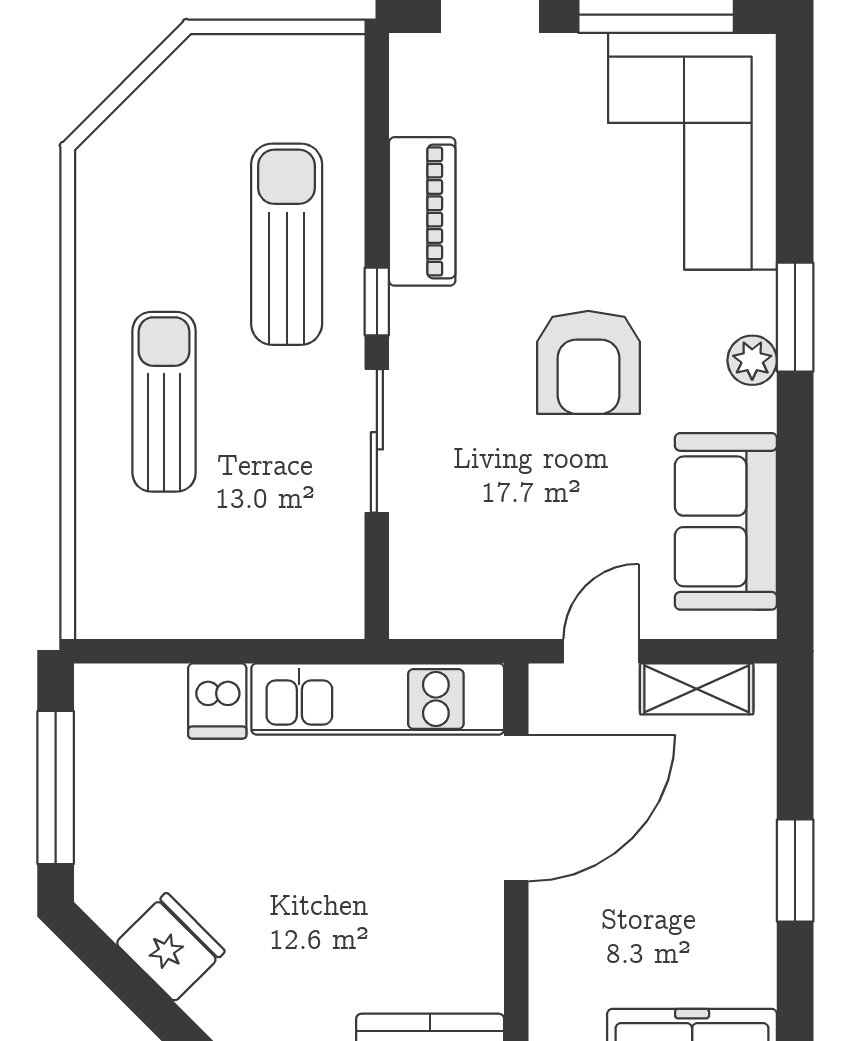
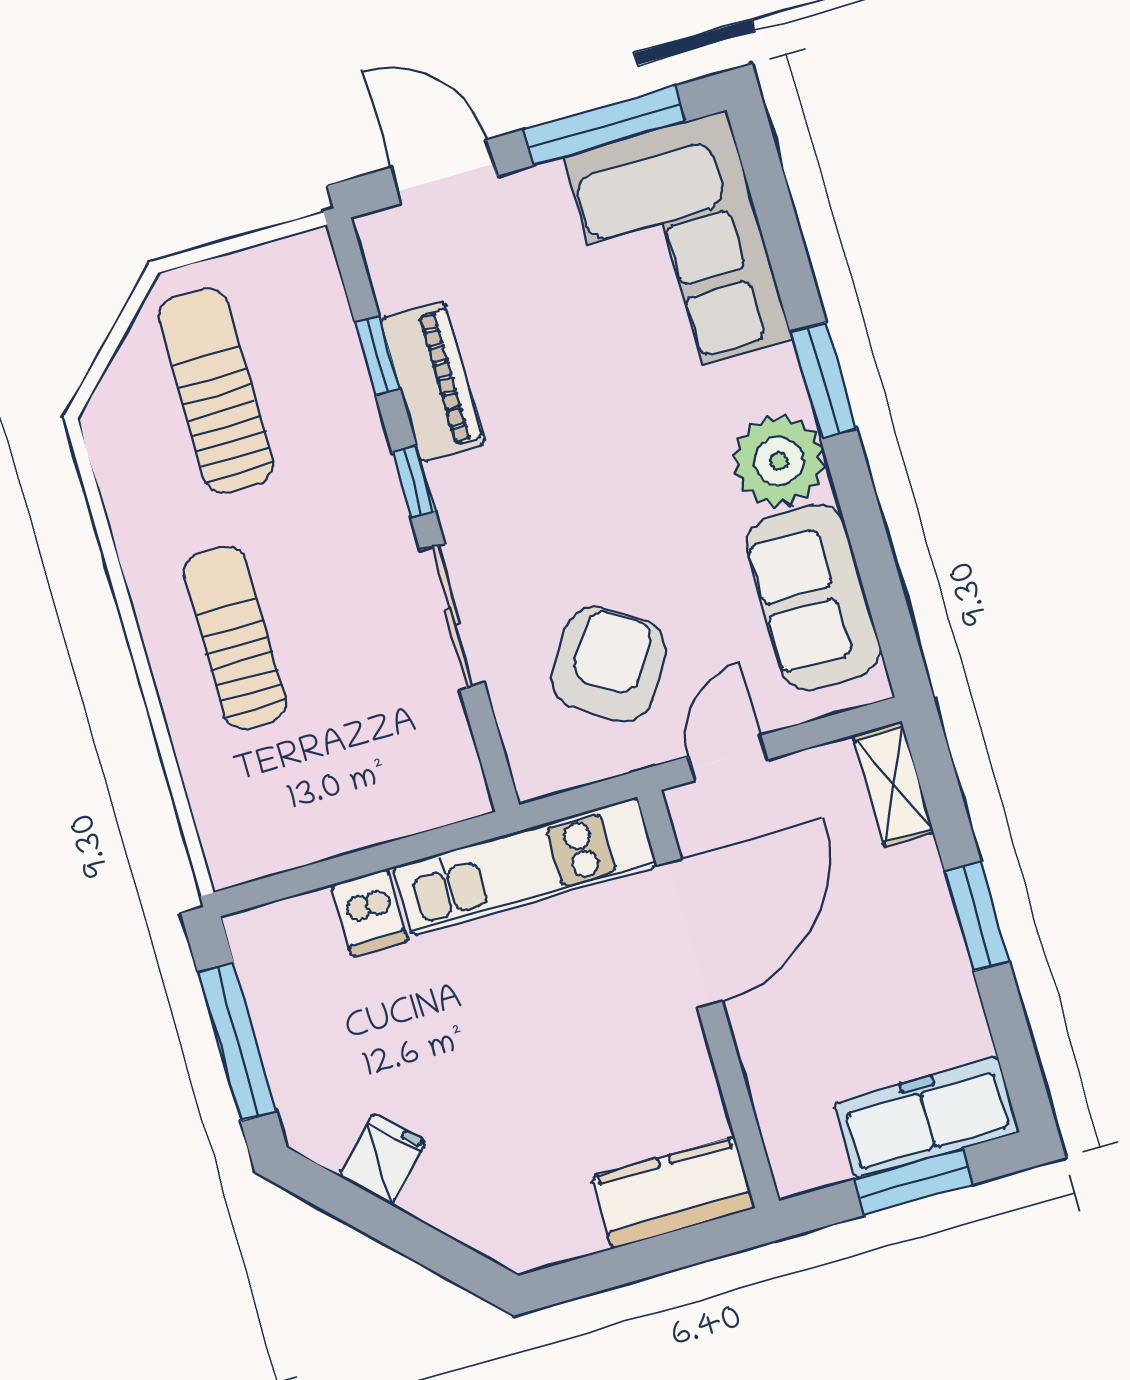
window: (377, 171) -> (377, 355), added
sun lounger: (287, 244) -> (216, 391), moved
plant: (752, 360) -> (779, 461), width x1.88, depth x1.88
armchair: (588, 362) -> (609, 664), moved, turned -147
shelving: (697, 689) -> (893, 785), moved, turned 90
fridge: (170, 947) -> (383, 1159), width x0.72

